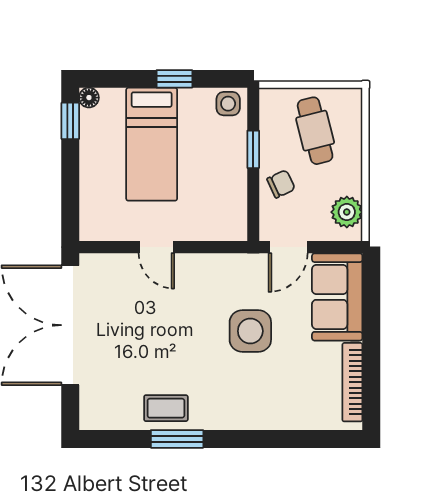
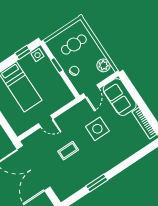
window: (174, 79) -> (23, 52), moved
cafe table: (315, 131) -> (74, 44), turned -76
coffee table: (166, 408) -> (68, 151), moved

